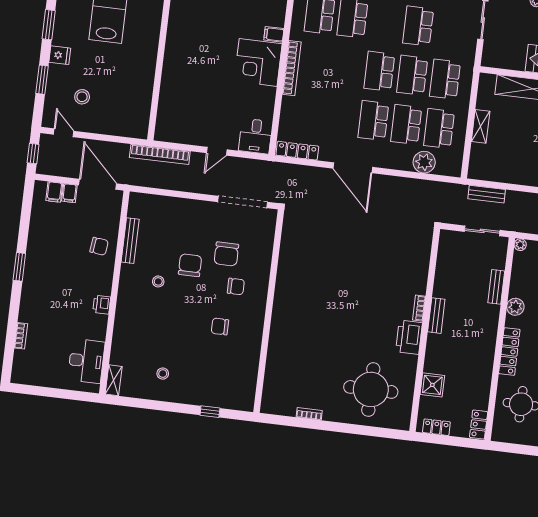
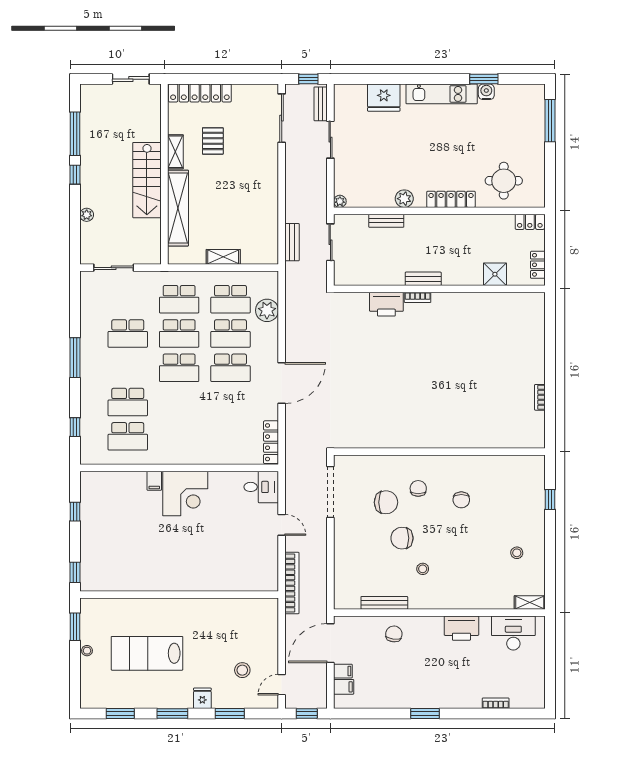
bookcase: (292, 68) -> (187, 458), removed
printer: (102, 305) -> (461, 628), width x1.87, depth x1.48
printer: (409, 337) -> (386, 304), moved
round table: (371, 389) -> (507, 337), removed

